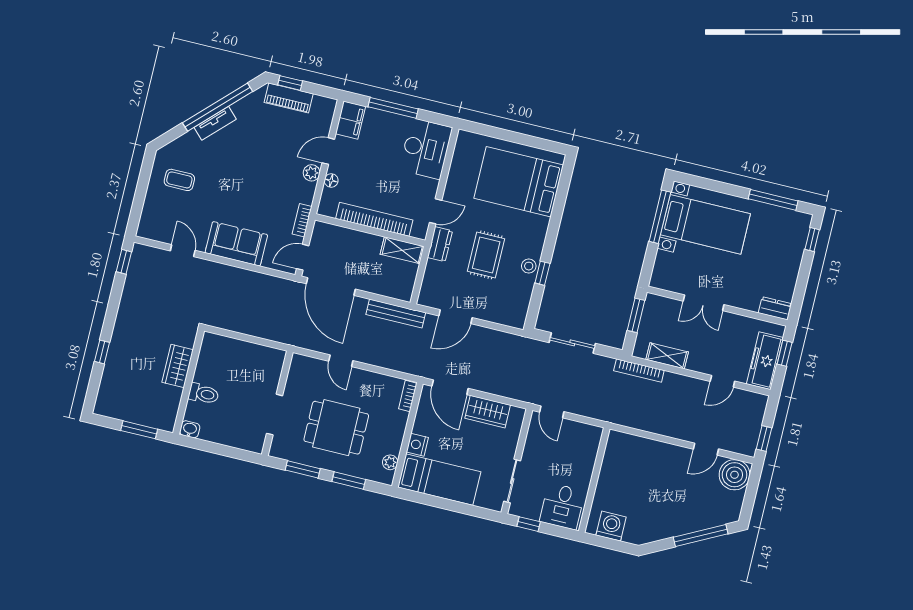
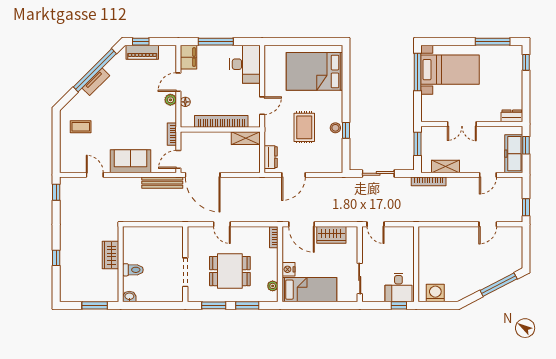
dresser: (440, 244) -> (271, 157), moved
bench: (396, 313) -> (162, 183), moved
boiler: (735, 475) -> (512, 237), removed
window: (529, 524) -> (399, 305), moved

